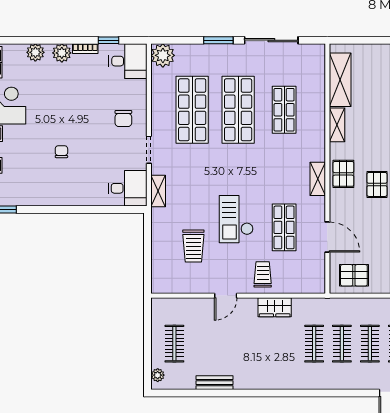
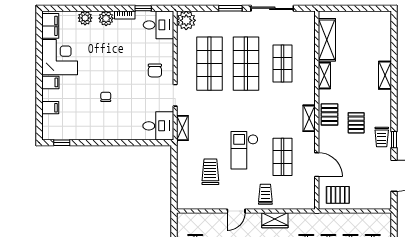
trolley: (193, 246) -> (210, 172), turned 180

